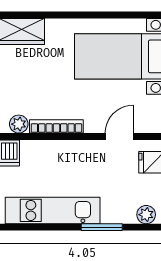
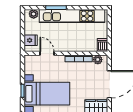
door: (119, 137) -> (47, 53), swing flipped
kitchen unit: (53, 210) -> (72, 16), width x1.36

